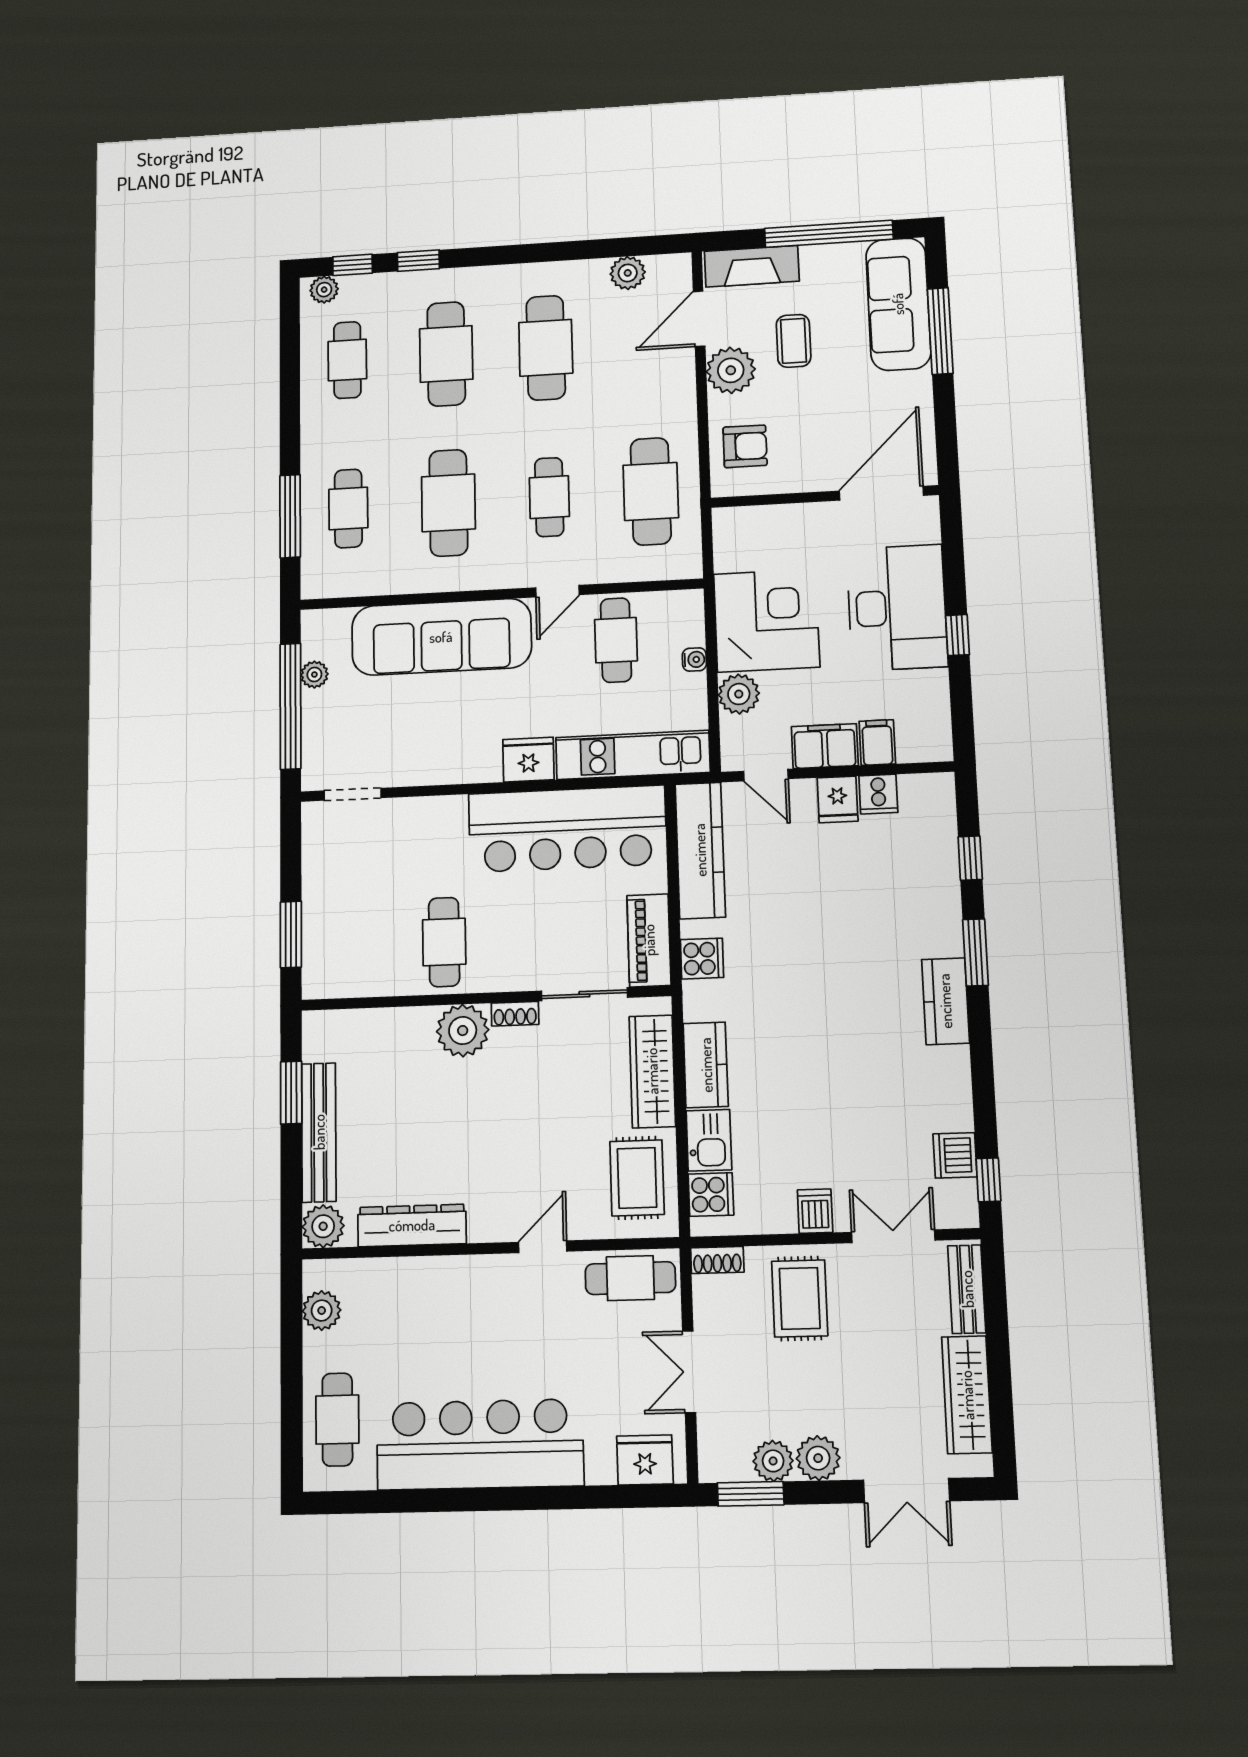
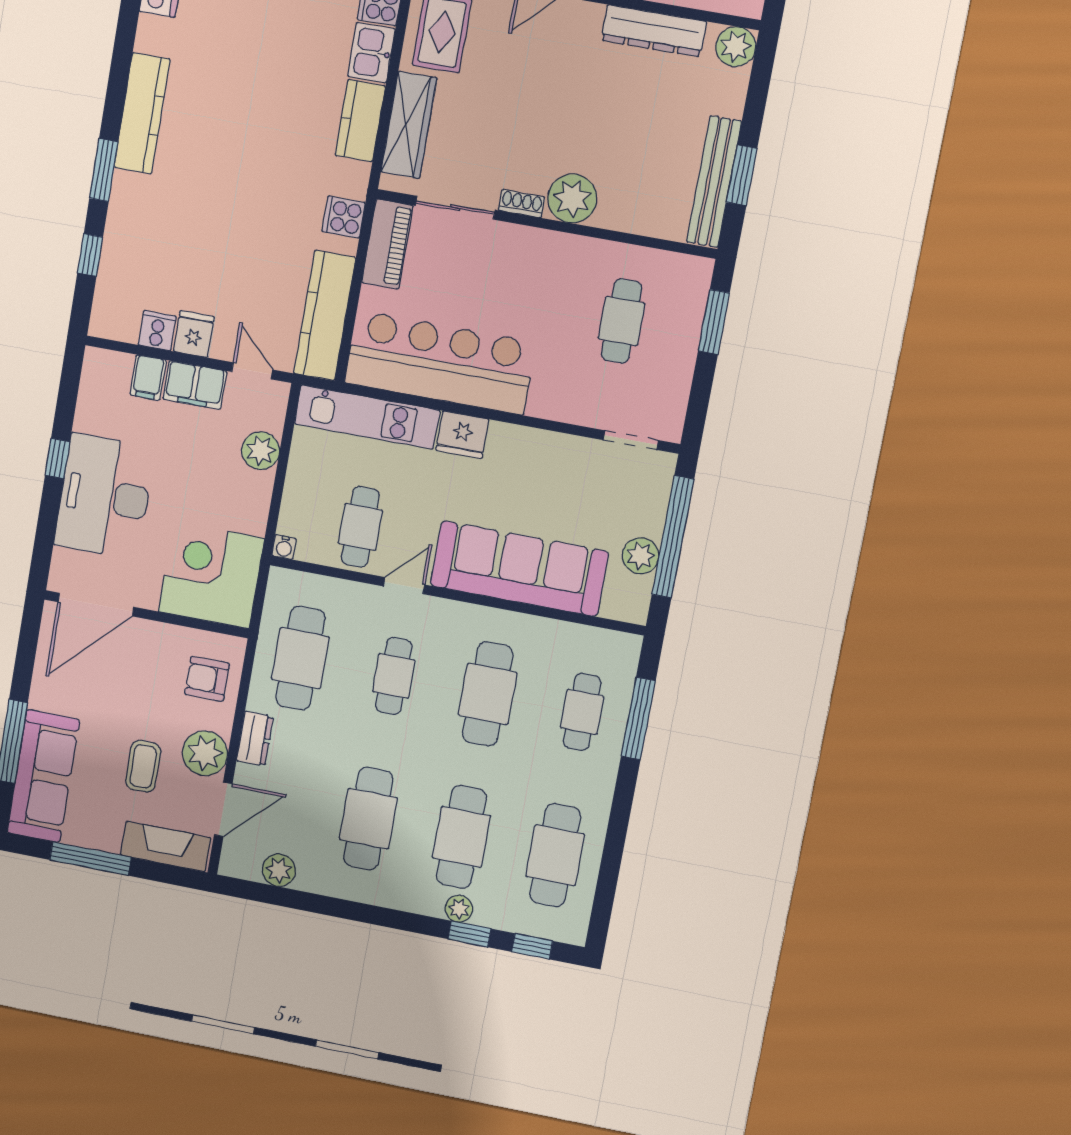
window: (829, 234) -> (91, 859), width x0.68
plant: (324, 290) -> (459, 909), moved
cafe table: (347, 360) -> (555, 855), width x1.37, depth x1.35
dresser: (681, 398) -> (255, 739), added
corner desk: (767, 620) -> (211, 575), moved, turned 90
water cooler: (694, 659) -> (284, 547), moved, turned -90
plant: (314, 674) -> (641, 556), width x1.38, depth x1.38
cafe table: (444, 942) -> (622, 321), moved
kitchen counter: (945, 1001) -> (142, 113), width x1.50
bench: (319, 1132) -> (714, 182), moved

